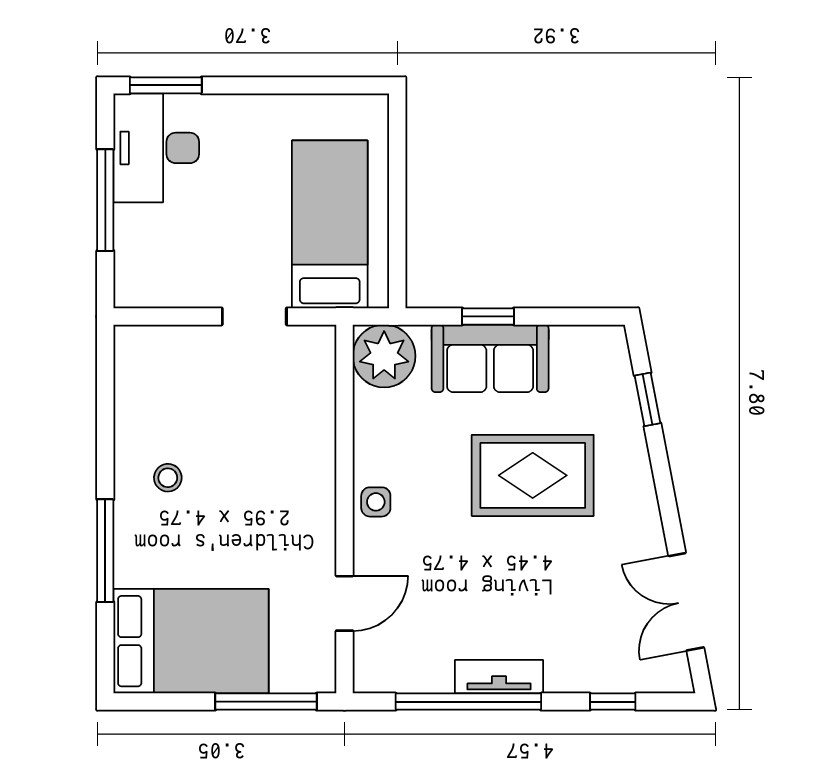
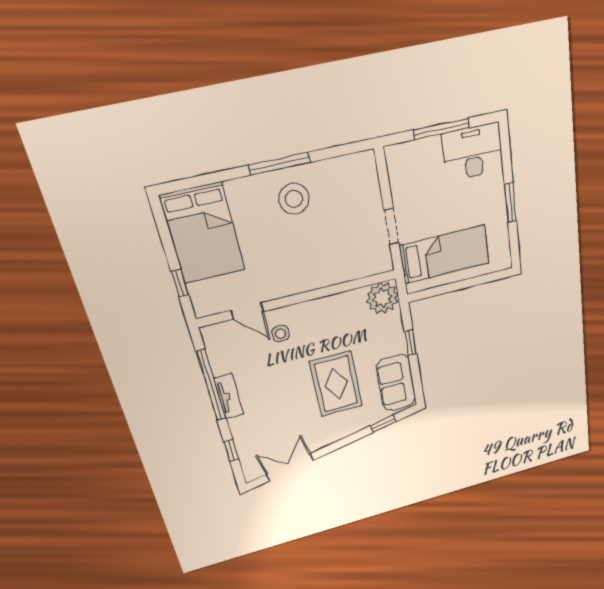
window: (166, 85) -> (510, 203), moved
sofa: (490, 358) -> (396, 383), moved
stool: (168, 478) -> (294, 199), width x1.89, depth x1.89
side table: (376, 502) -> (281, 334), moved
window: (105, 551) -> (280, 164), moved
window: (266, 702) -> (180, 283), width x0.46

